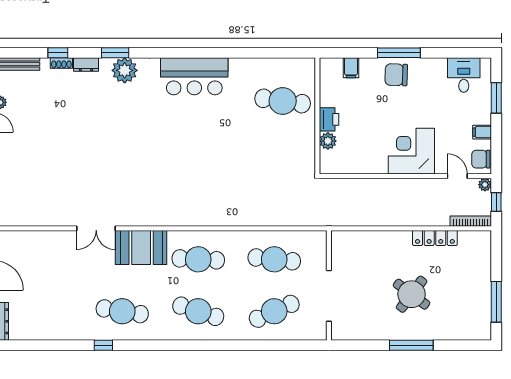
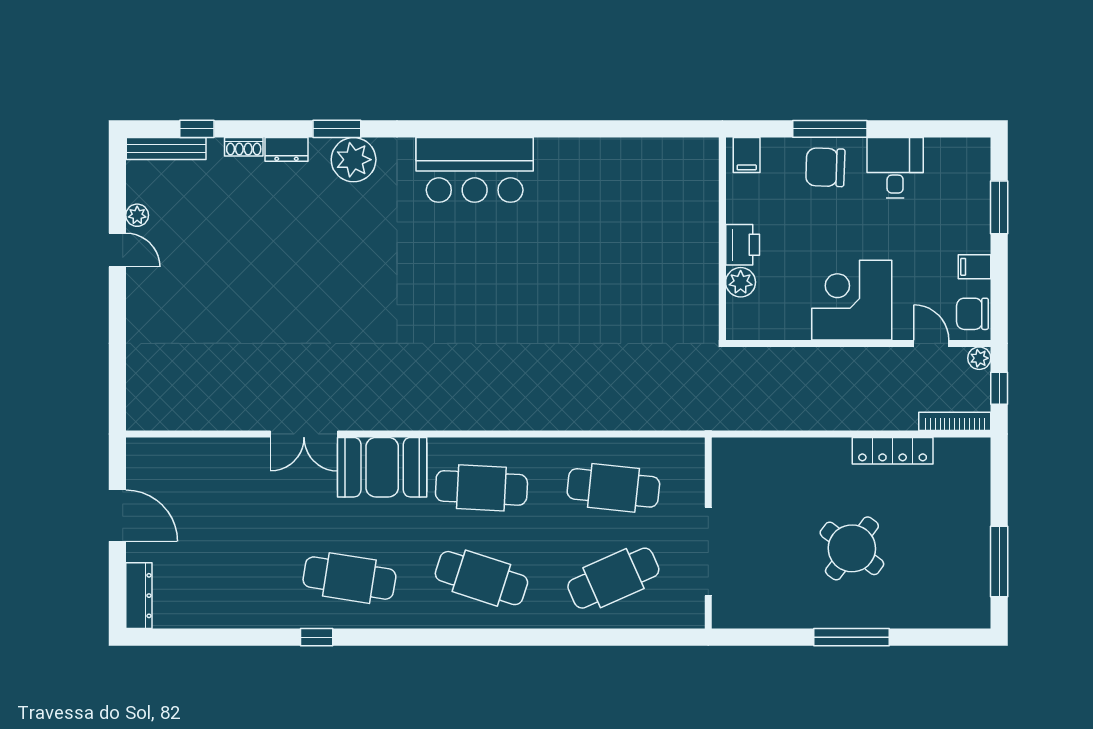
window: (58, 53) -> (197, 129), moved
desk: (464, 75) -> (895, 168), moved
cafe table: (283, 101) -> (628, 213), removed
wall: (317, 116) -> (722, 239), moved
printer: (329, 119) -> (743, 245), moved
plant: (328, 141) -> (741, 282), moved

